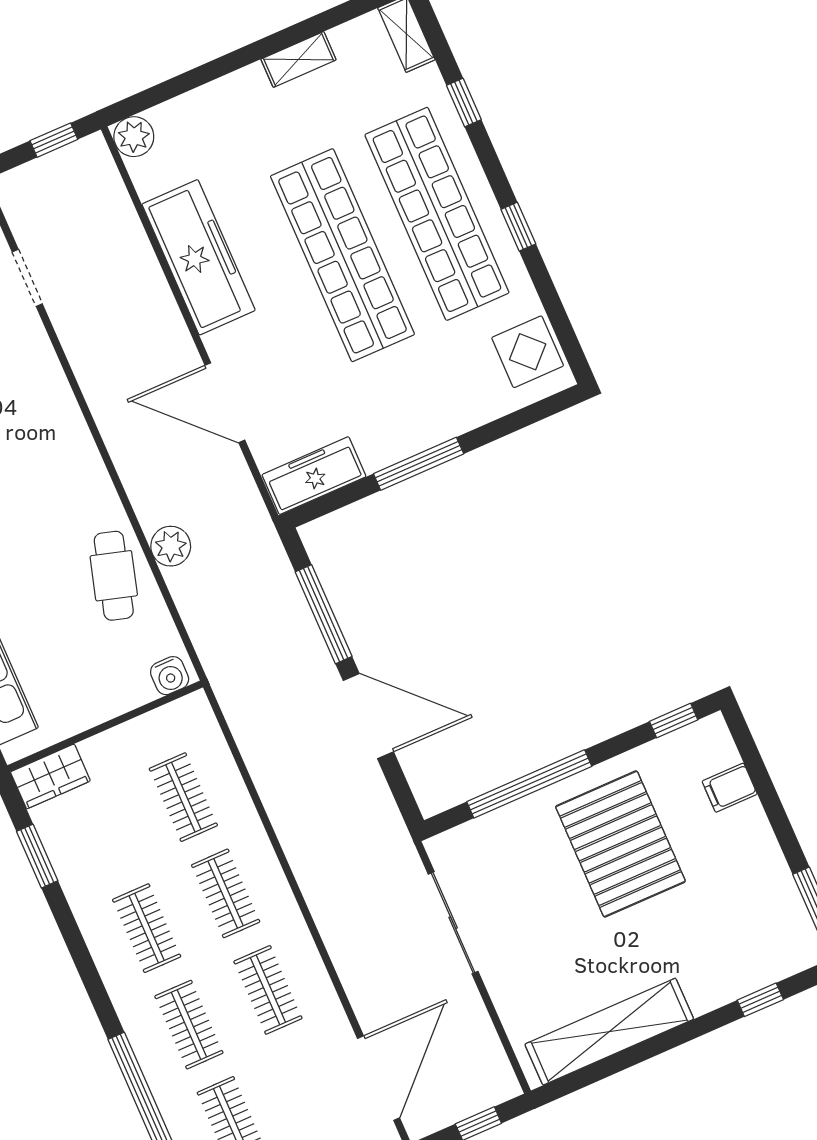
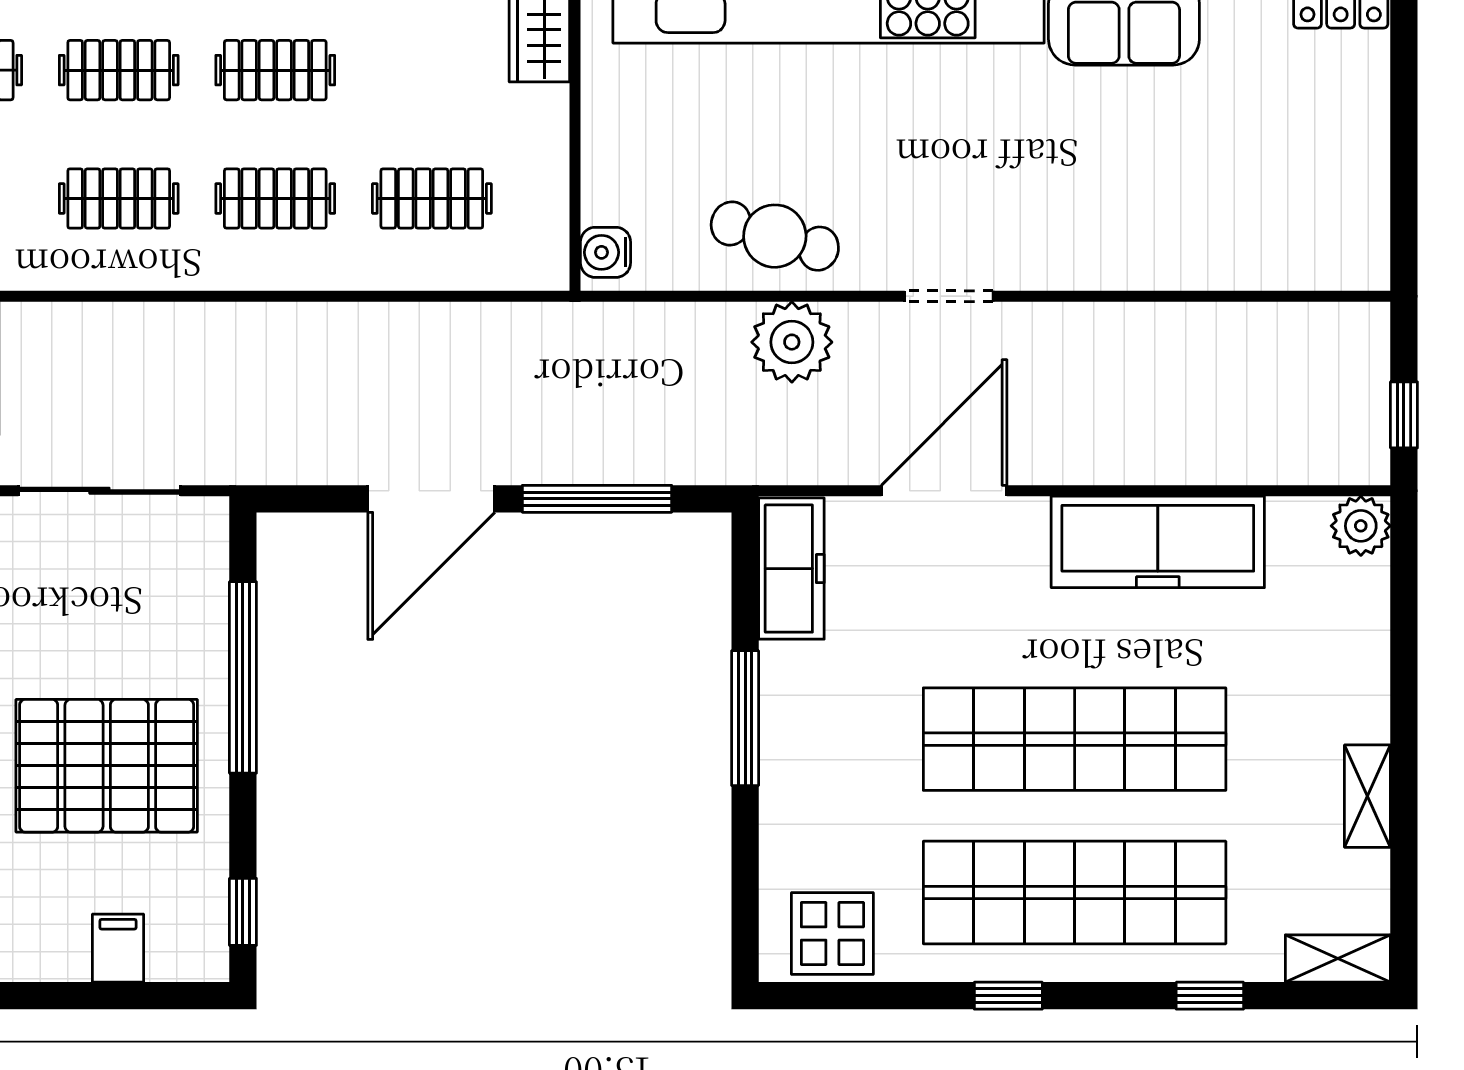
doorway: (27, 278) -> (949, 296), moved
plant: (171, 546) -> (792, 342), width x1.36, depth x1.36

